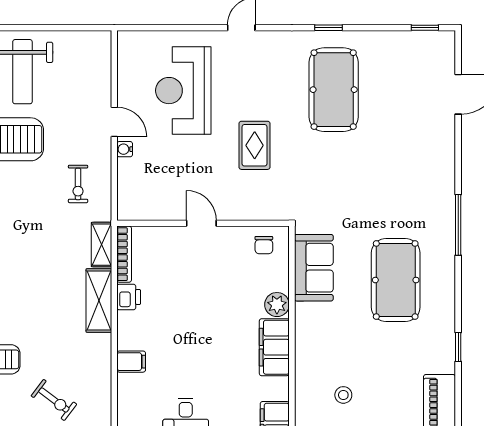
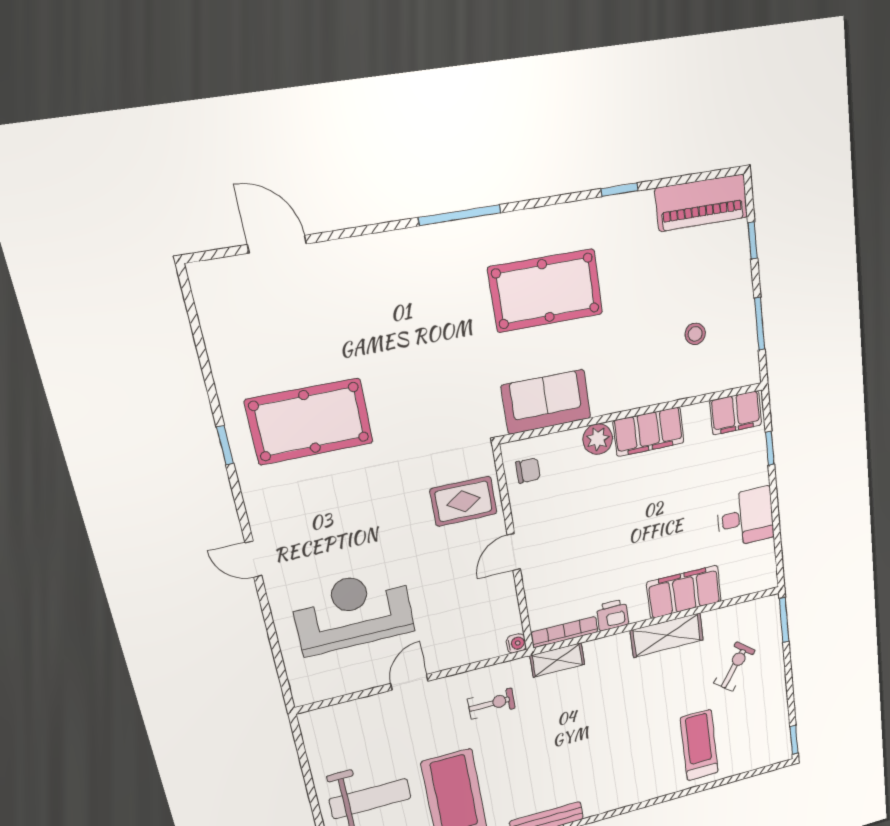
window: (425, 28) -> (191, 309), removed
reception desk: (183, 91) -> (353, 612), turned 180
rug: (255, 145) -> (464, 501), moved
water cooler: (125, 149) -> (516, 643), moved, turned -90
shelving: (99, 301) -> (667, 635), moved
filing cabinet: (131, 362) -> (684, 592), width x3.00, depth x1.17

